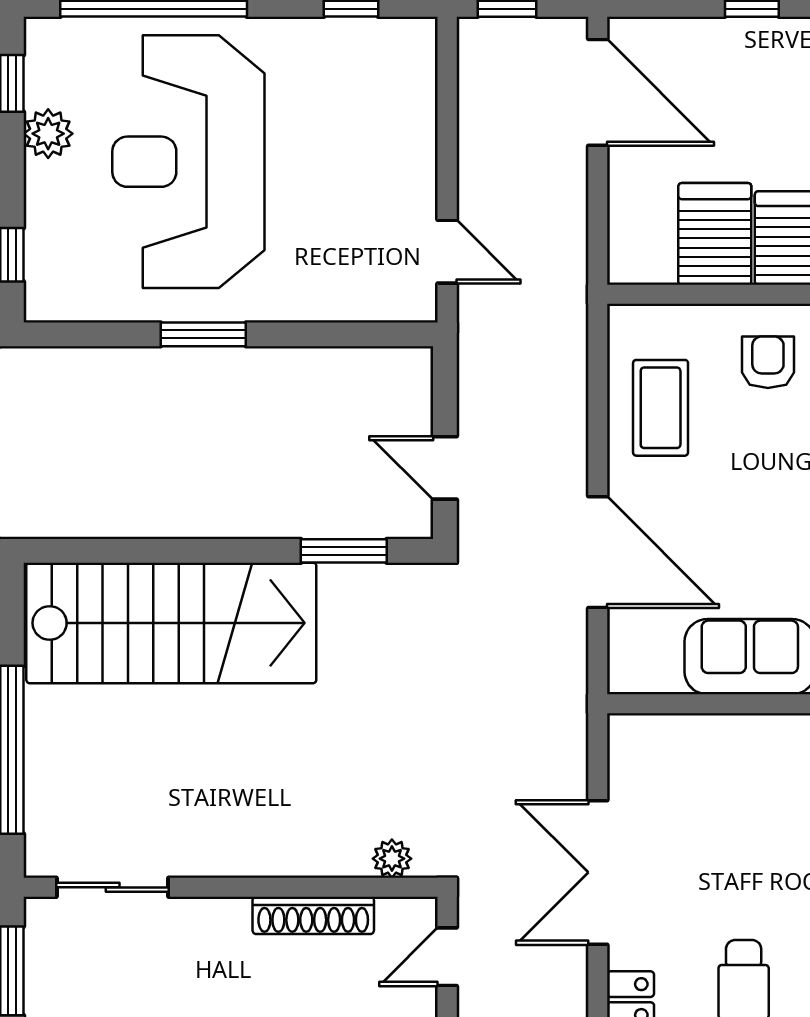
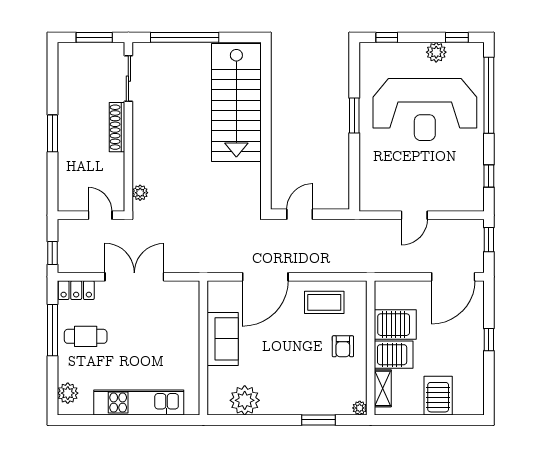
reception desk: (188, 162) -> (425, 110), turned 180
door: (447, 252) -> (414, 215), moved
armchair: (768, 362) -> (343, 346), turned 90
window: (344, 551) -> (266, 173), removed
shoe rack: (313, 915) -> (117, 127), moved

